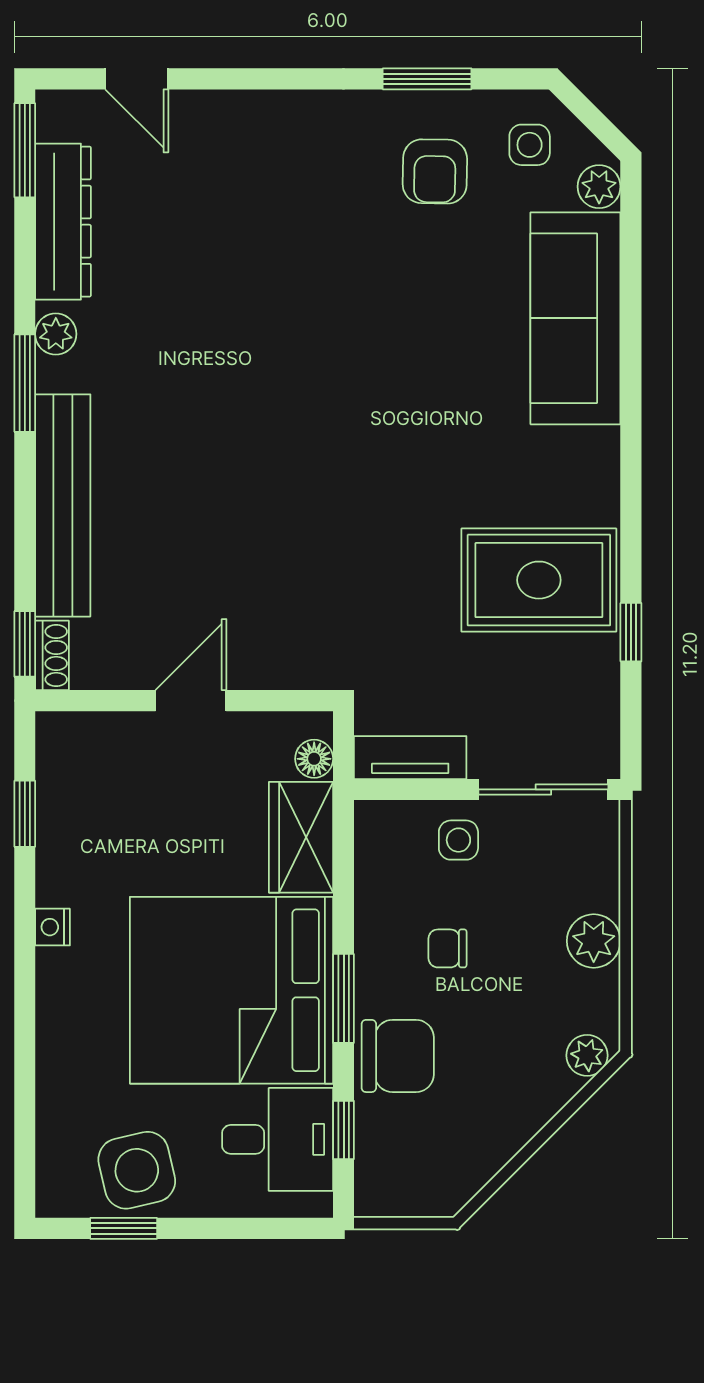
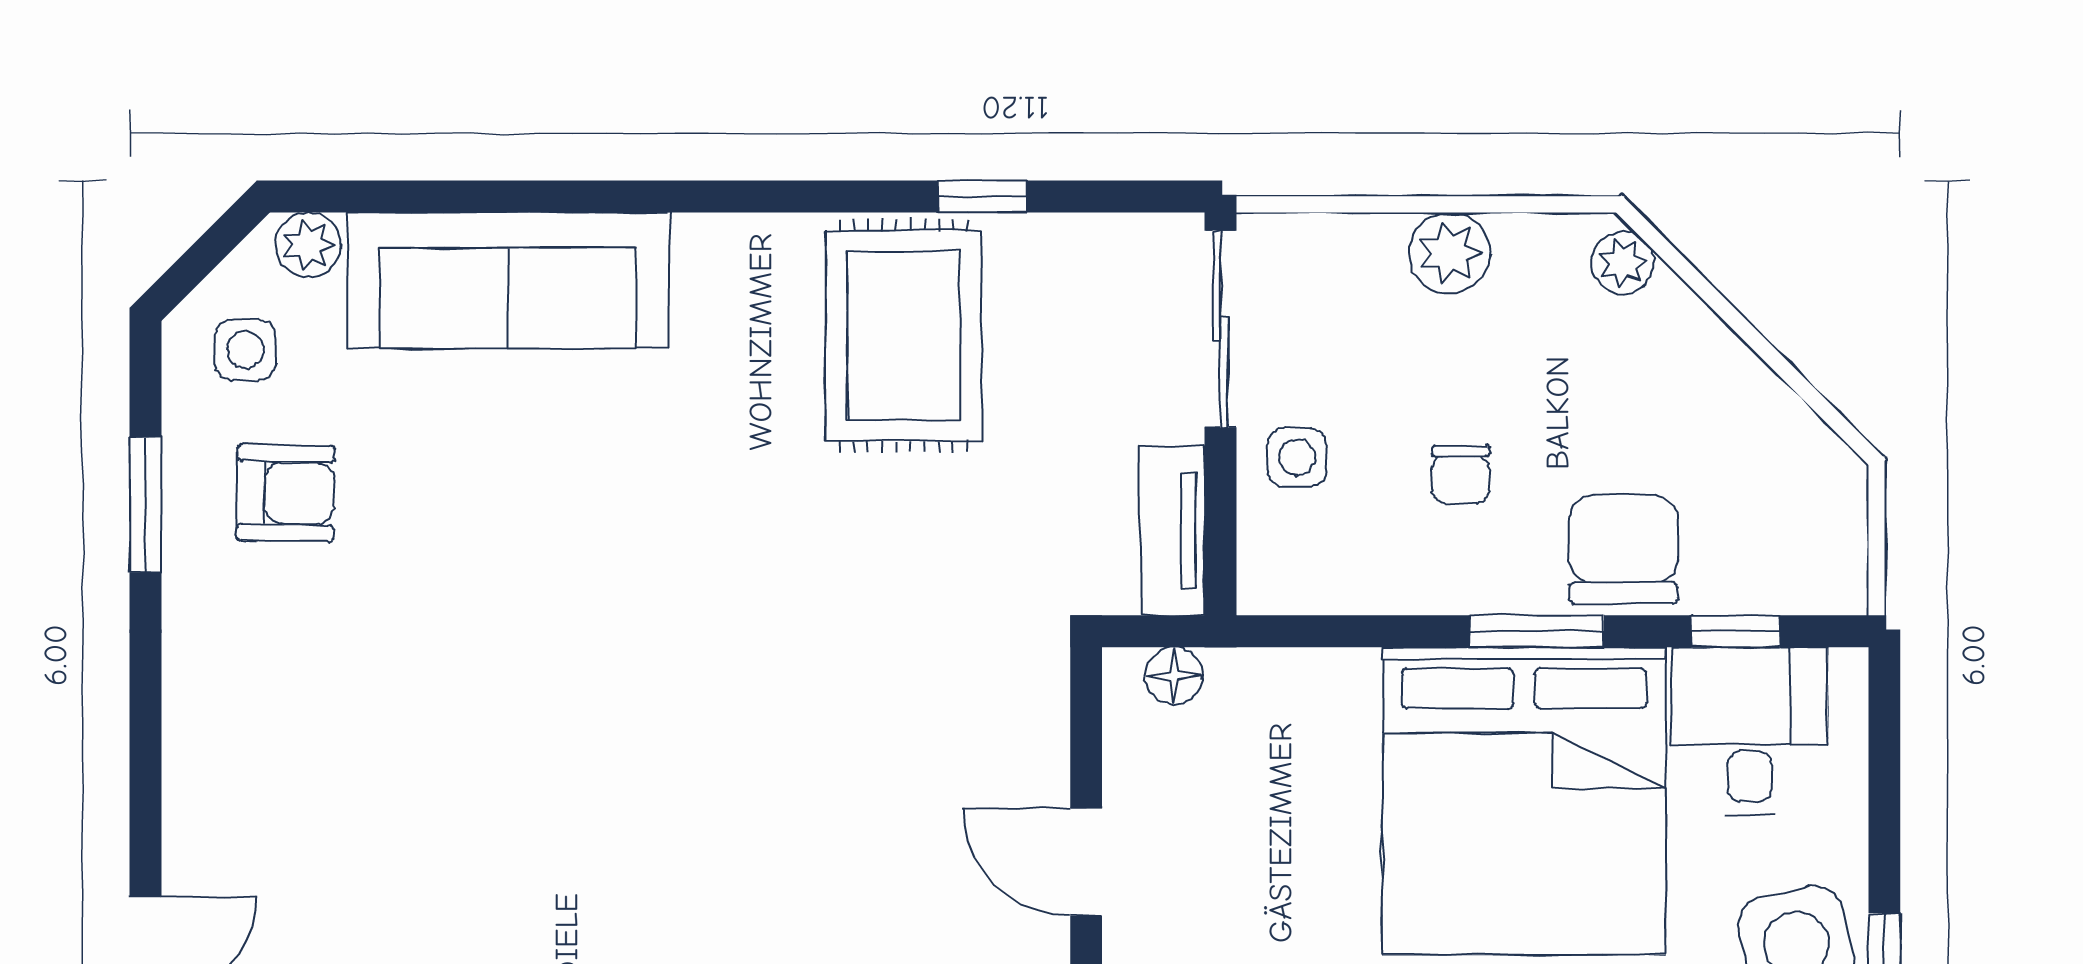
wardrobe: (301, 837) -> (1293, 696), removed

